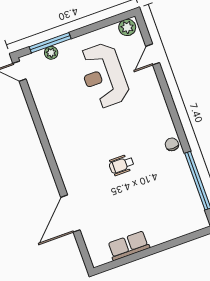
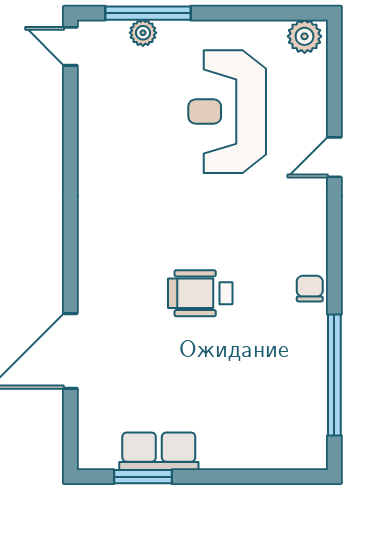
door: (153, 54) -> (334, 157), moved
wheelchair: (121, 165) -> (200, 293), width x1.36, depth x1.37
window: (125, 260) -> (143, 477), added

